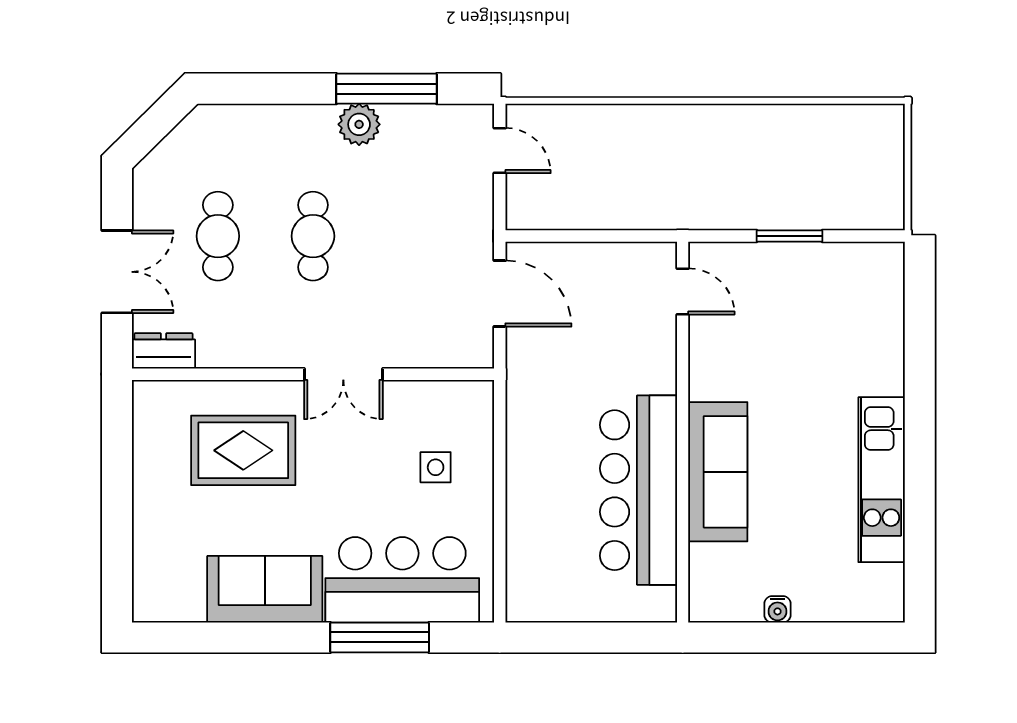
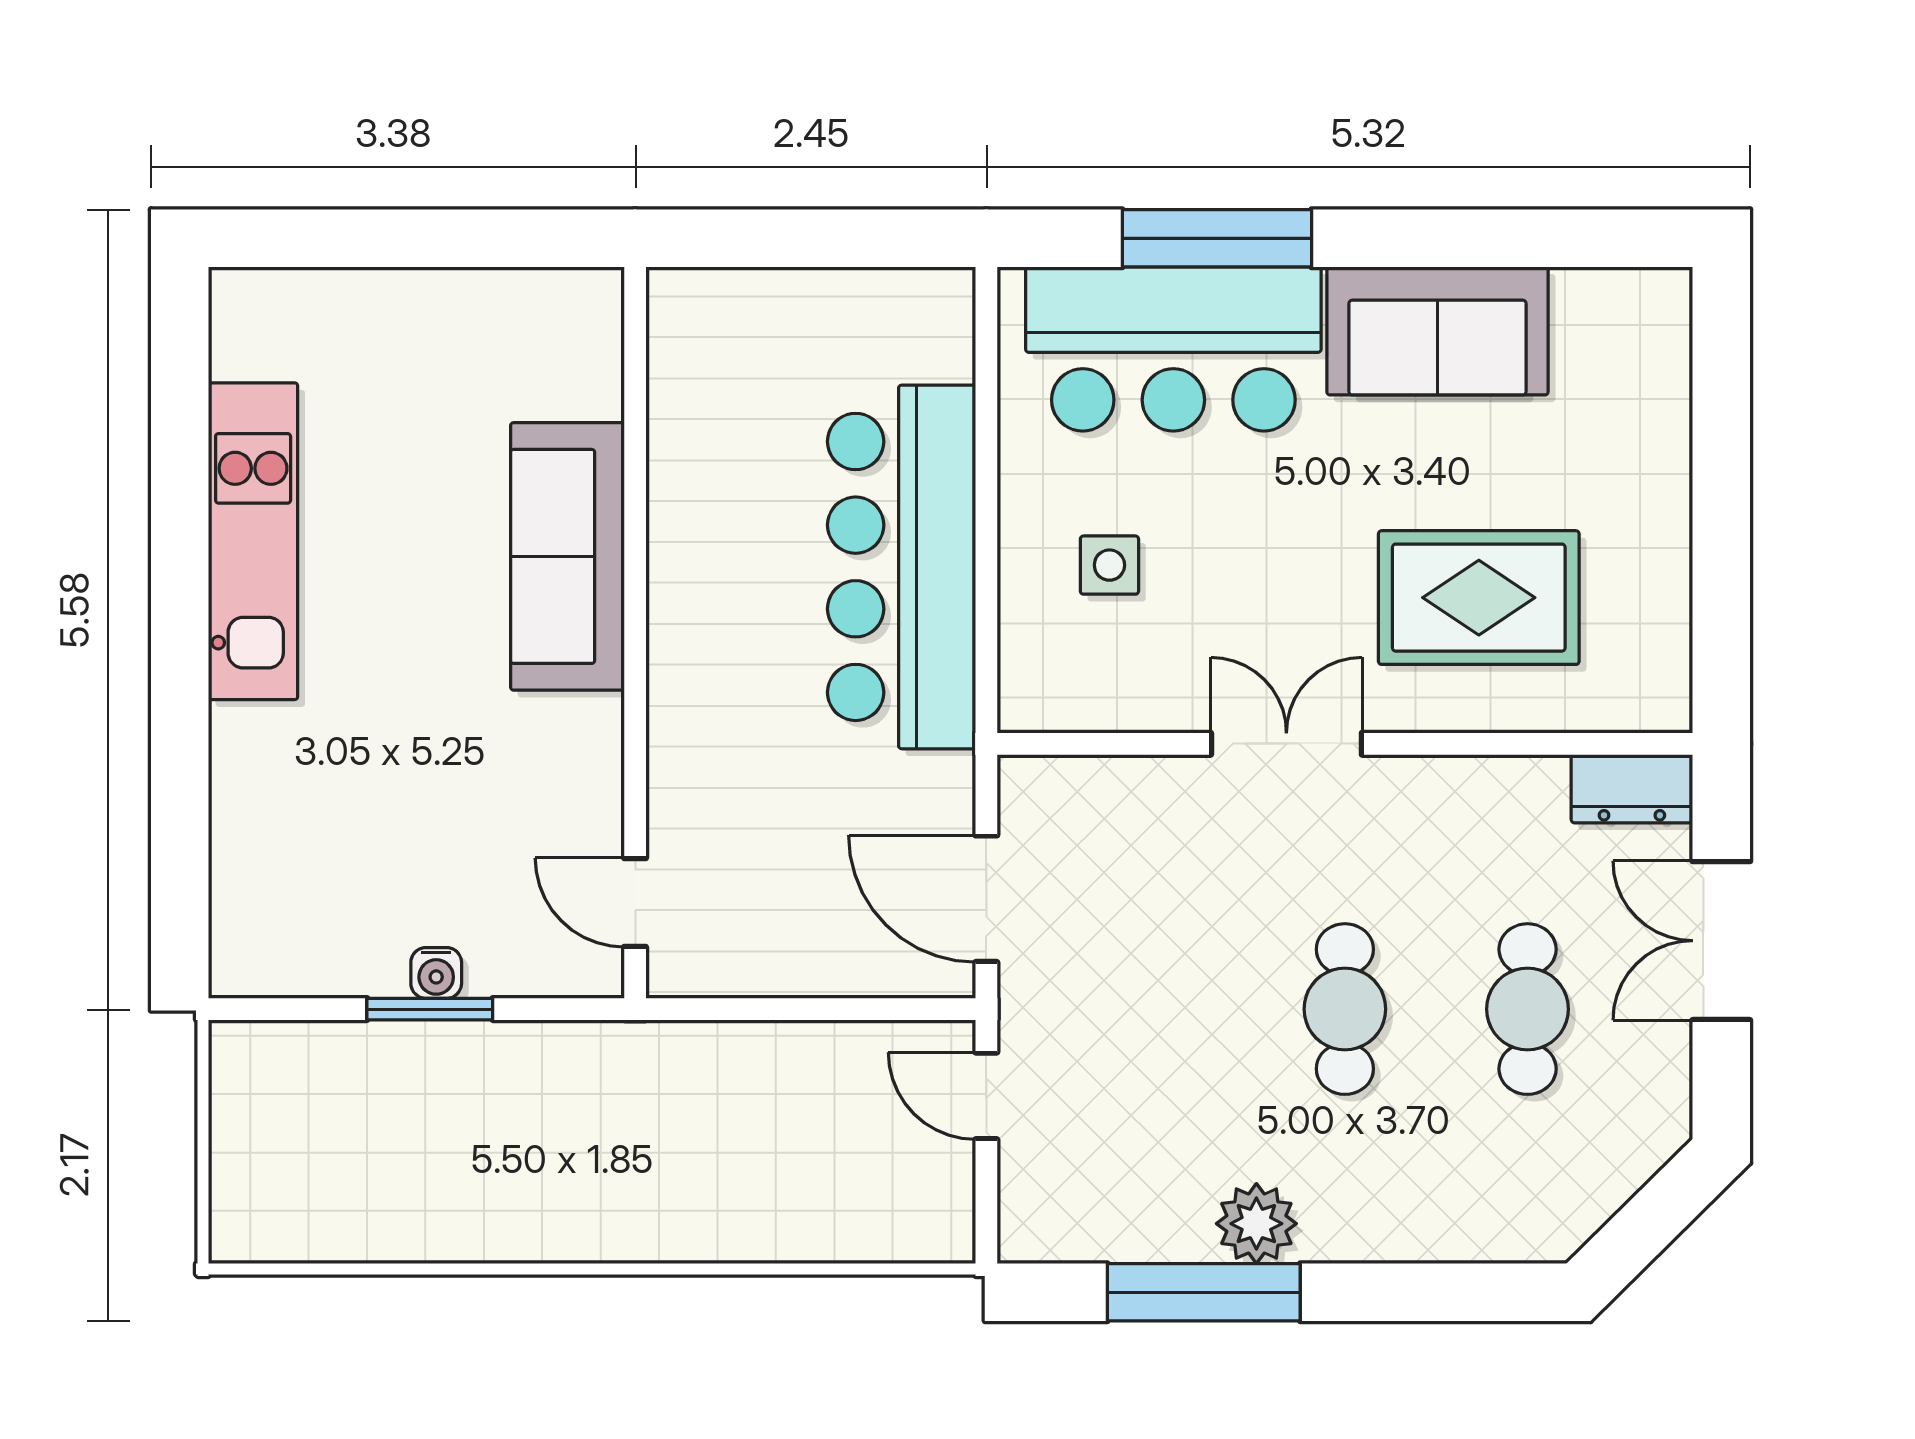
door: (500, 151) -> (986, 1096), moved
bar counter: (638, 490) -> (902, 567), moved, turned 180
water cooler: (778, 609) -> (436, 973), moved, turned 180

